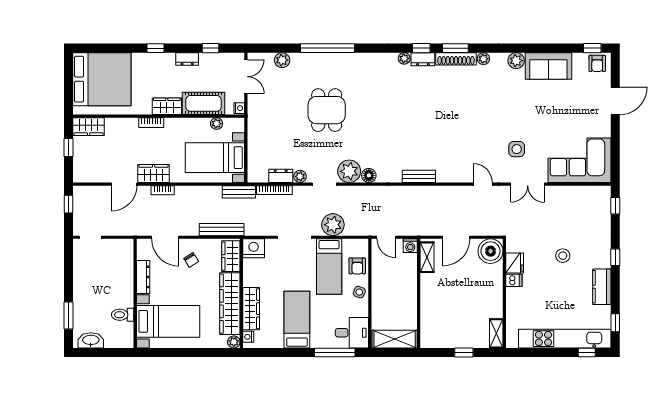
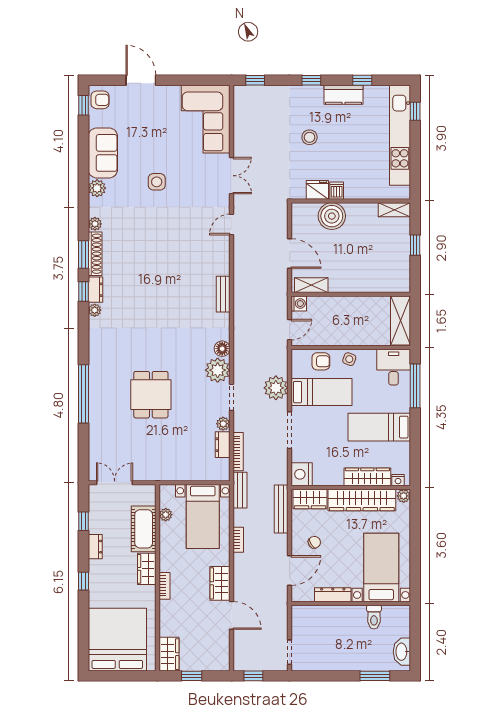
plant: (282, 60) -> (97, 443), removed
nightstand: (239, 108) -> (149, 490), removed
dining table: (327, 110) -> (151, 395), turned 90
side table: (517, 149) -> (157, 182), moved
bookcase: (163, 190) -> (238, 540), moved
boiler: (491, 251) -> (332, 216), moved
window: (615, 323) -> (362, 80), moved

